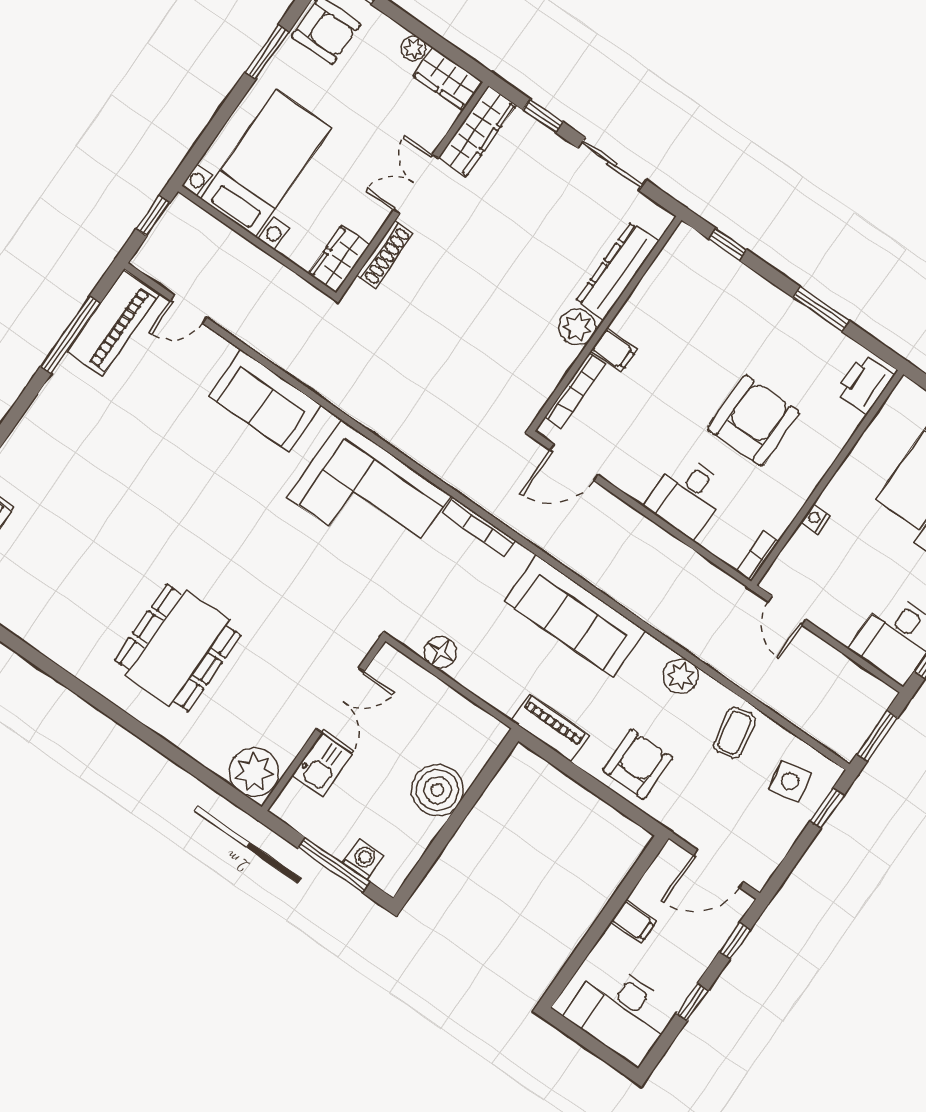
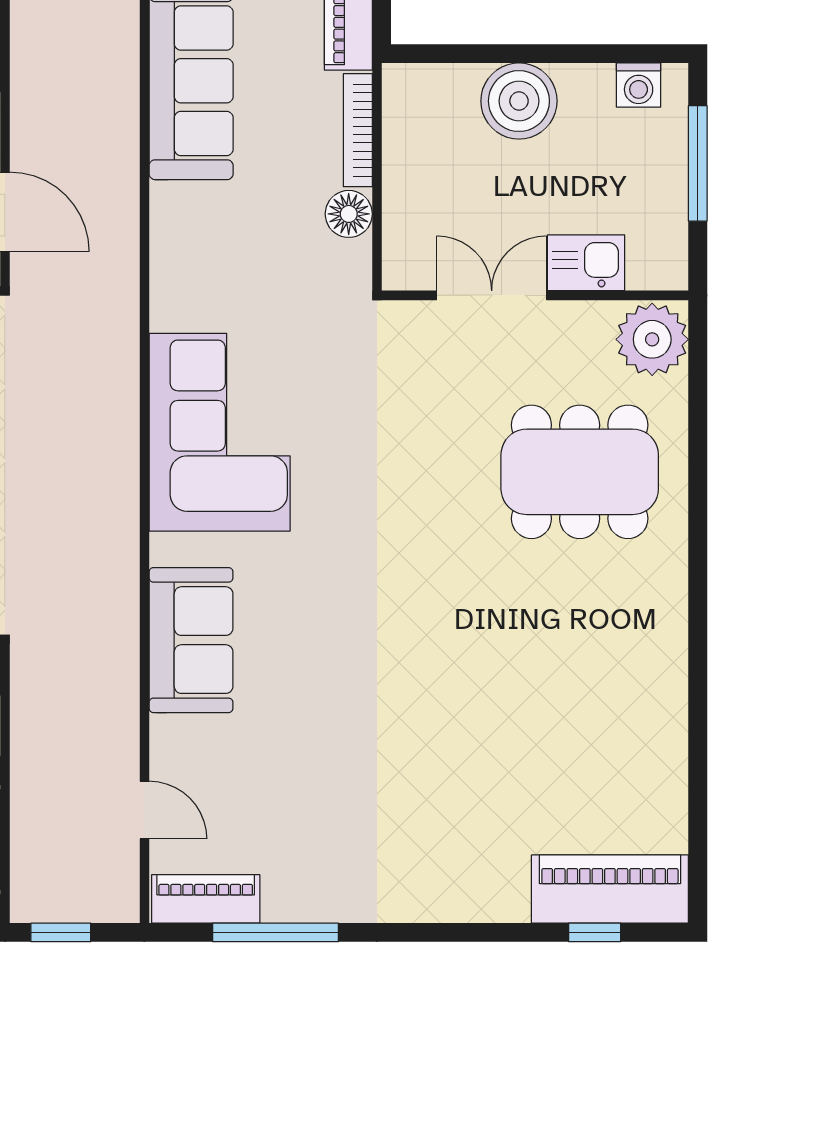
piano: (113, 323) -> (206, 899), width x0.73, depth x0.75
bookcase: (479, 527) -> (358, 130), moved, turned 180
dining table: (178, 648) -> (580, 472), moved
washing machine: (363, 859) -> (639, 85), moved, turned -90

